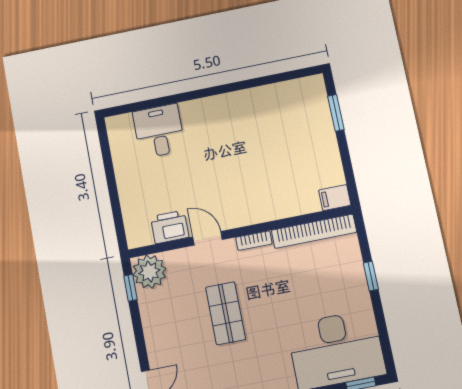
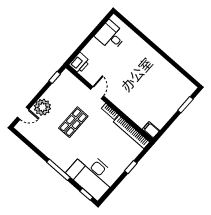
desk: (159, 131) -> (111, 36), moved, turned -90
printer: (170, 227) -> (79, 63), moved, turned 90
plant: (149, 272) -> (42, 107), moved

